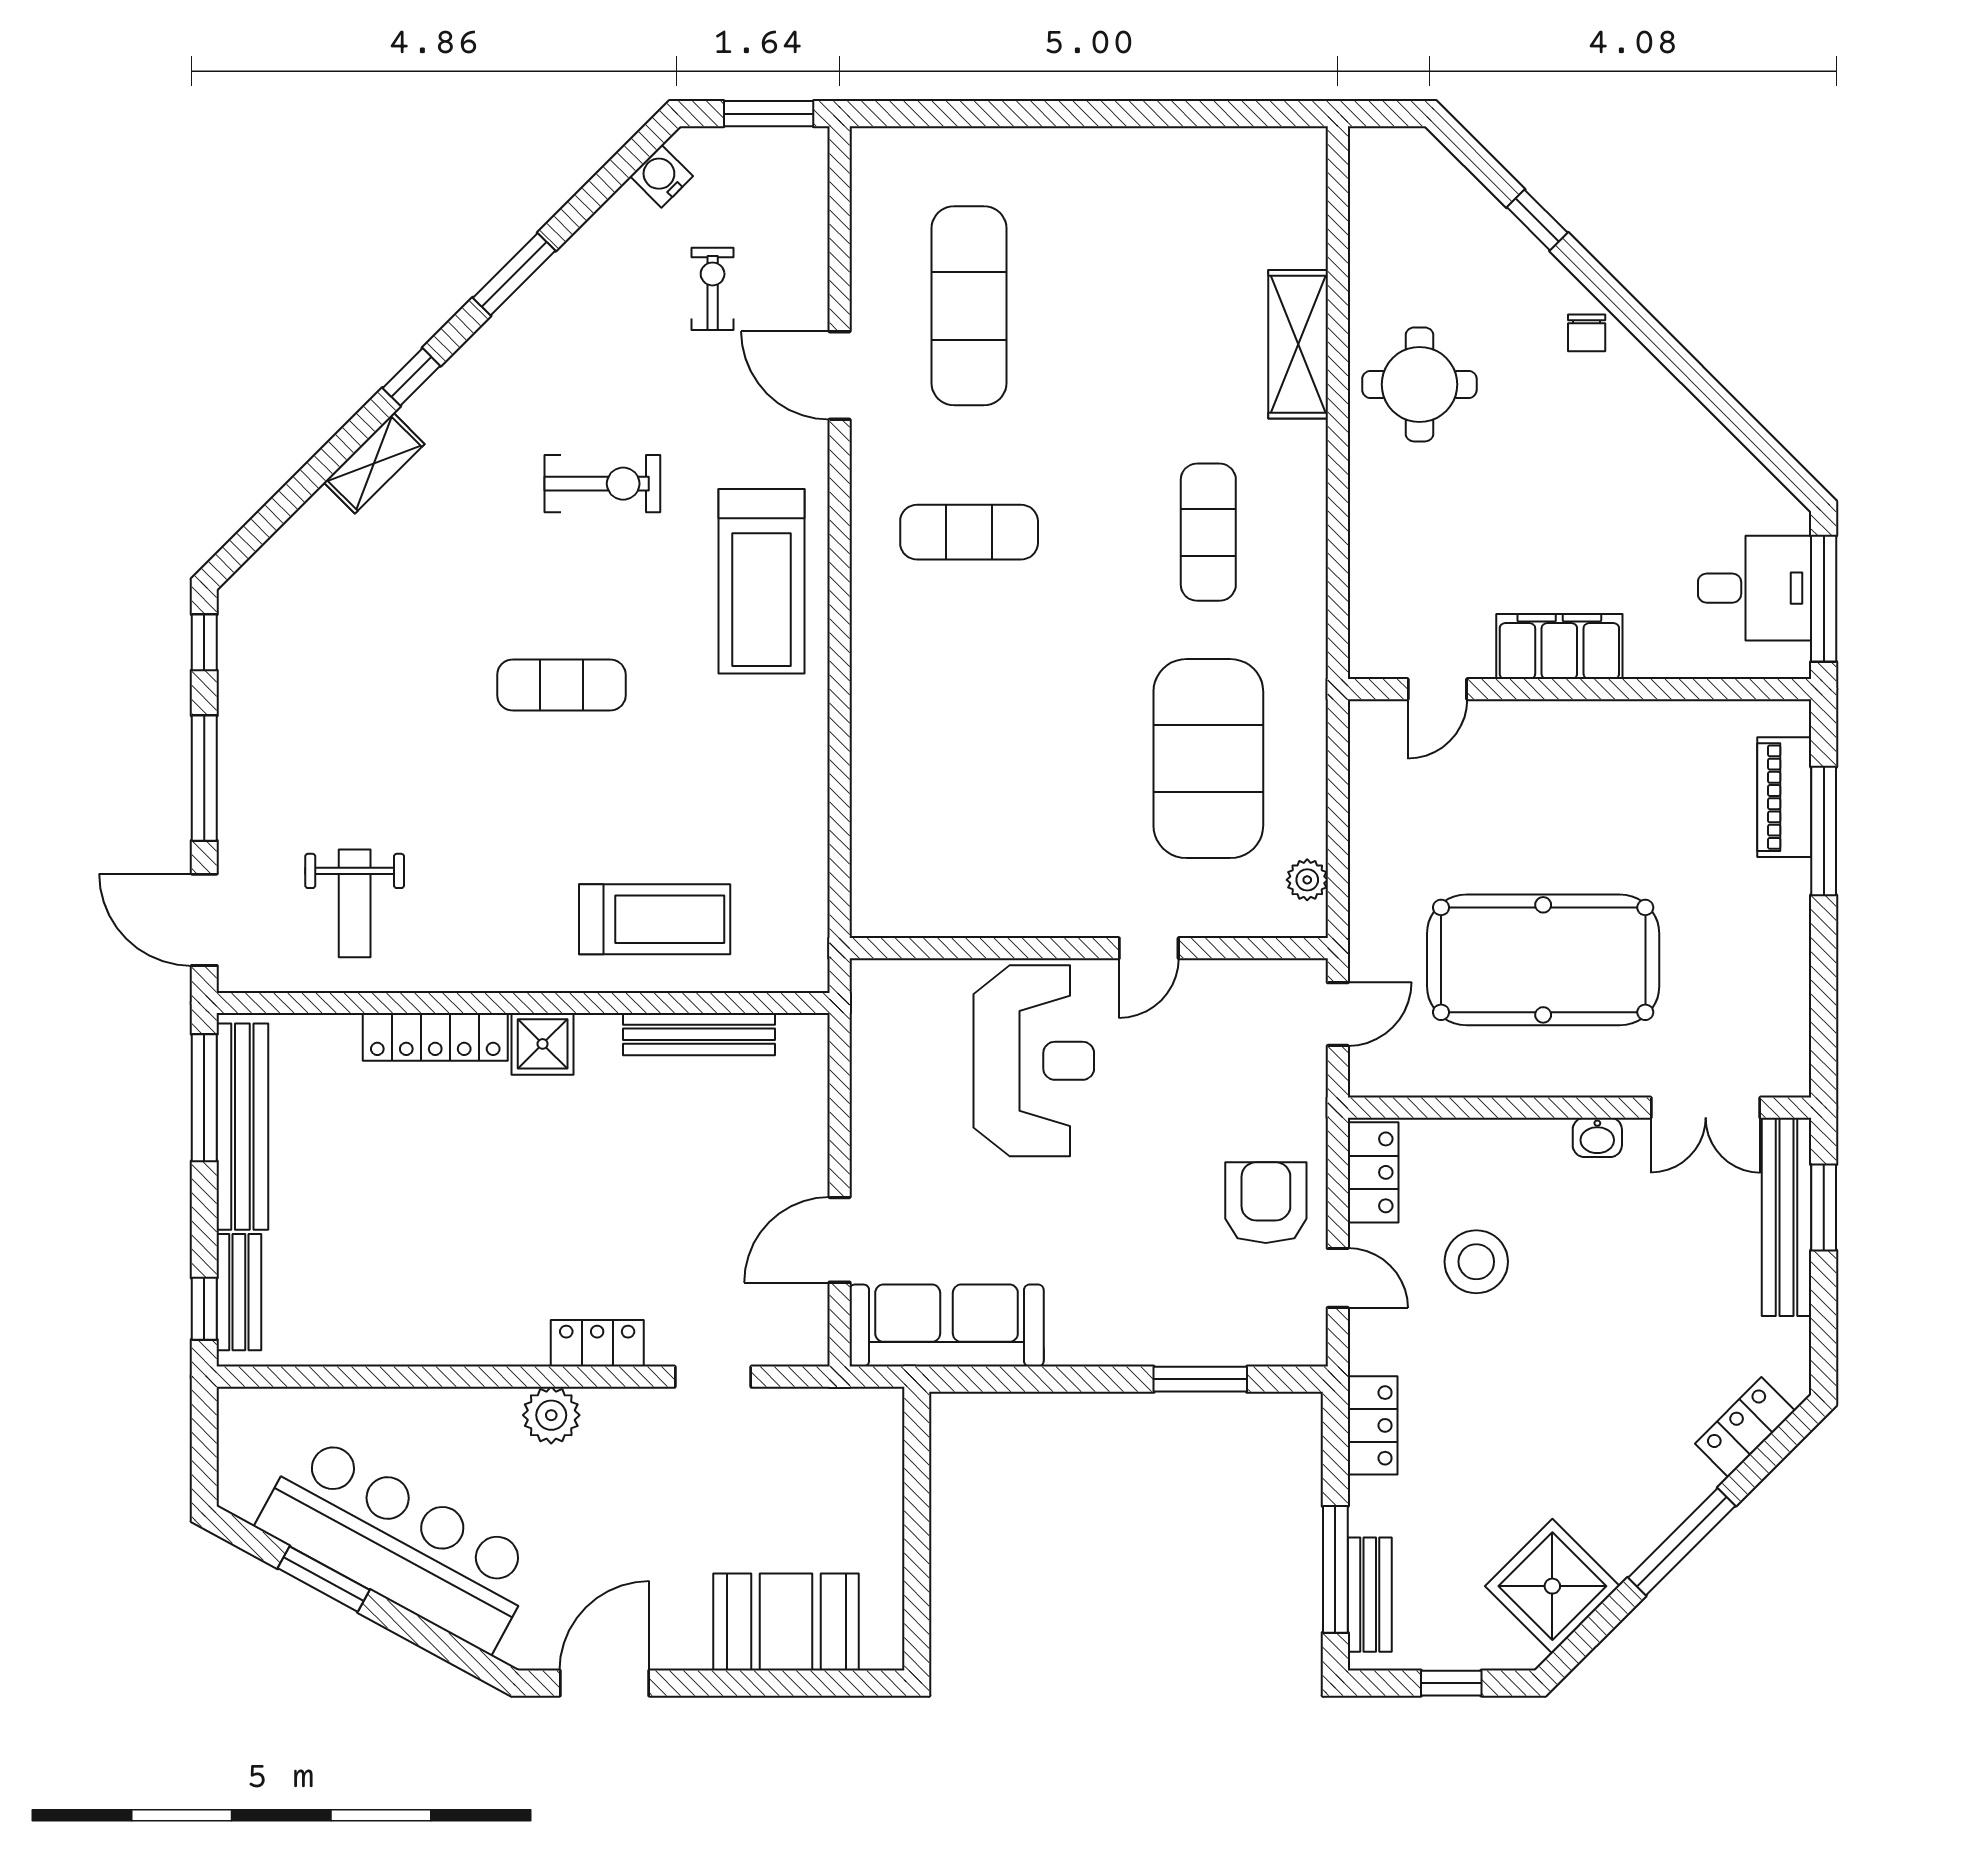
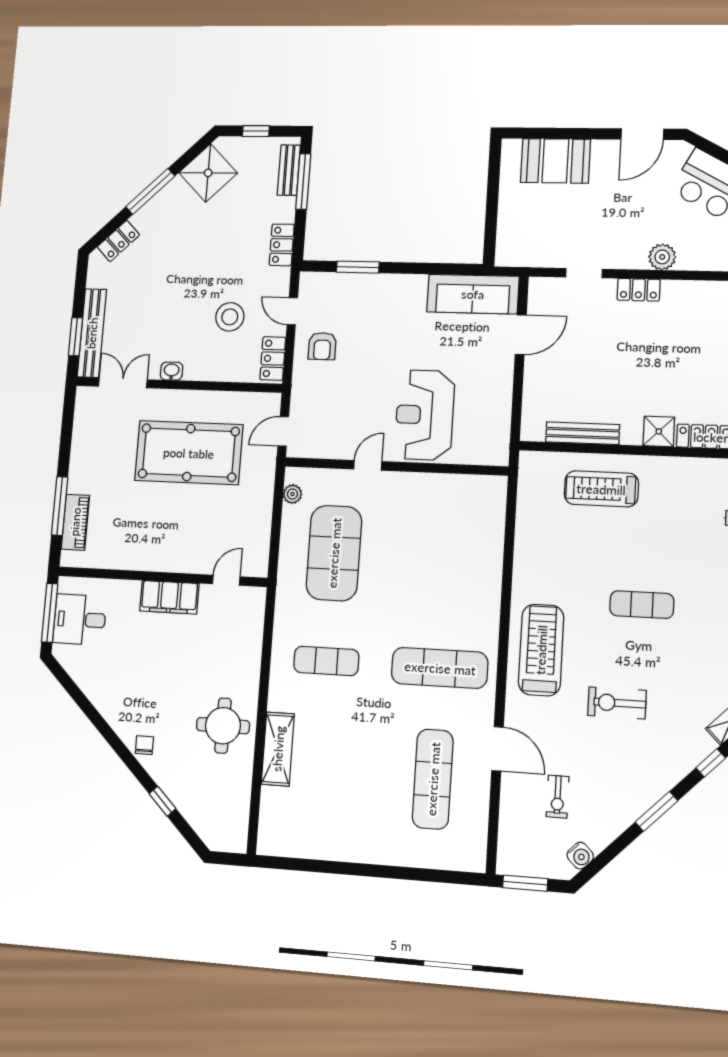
exercise mat: (969, 532) -> (440, 668), width x1.36, depth x1.45
exercise mat: (1208, 532) -> (326, 661), turned 90
armchair: (1266, 1203) -> (322, 346), width x0.72, depth x0.72

